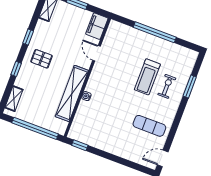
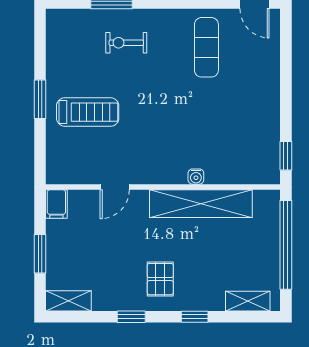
filing cabinet: (97, 26) -> (56, 204), width x0.50
window: (155, 32) -> (40, 99), width x0.47
treadmill: (147, 77) -> (88, 112), moved

